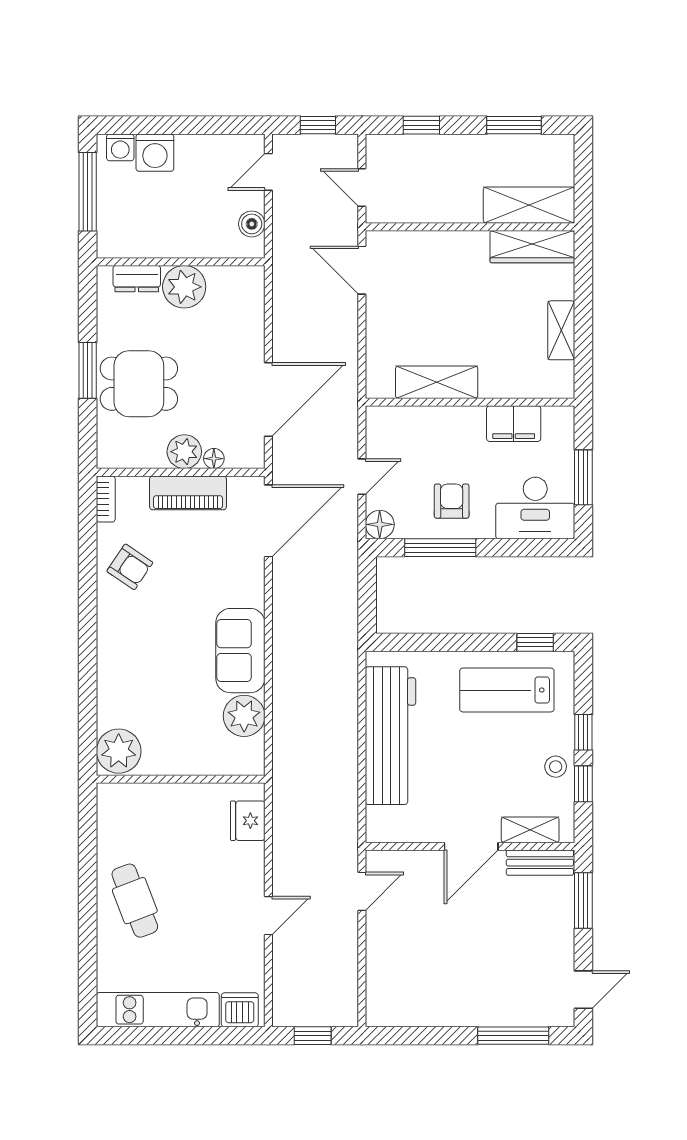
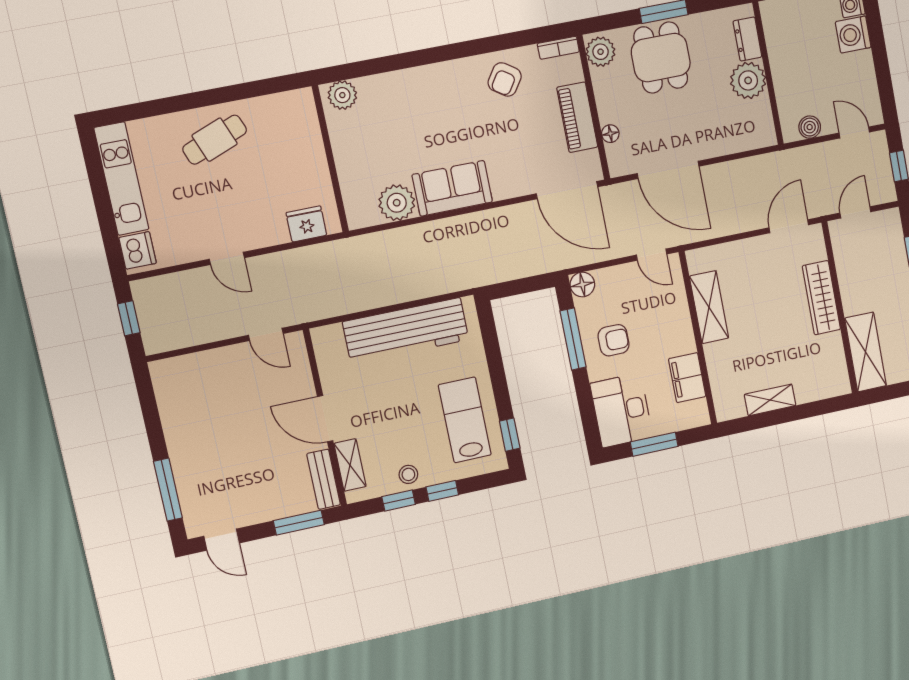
wardrobe: (532, 247) -> (821, 298), moved
plant: (184, 452) -> (601, 52), moved
door: (362, 477) -> (652, 255), moved
plant: (119, 751) -> (342, 95), width x0.73, depth x0.73

